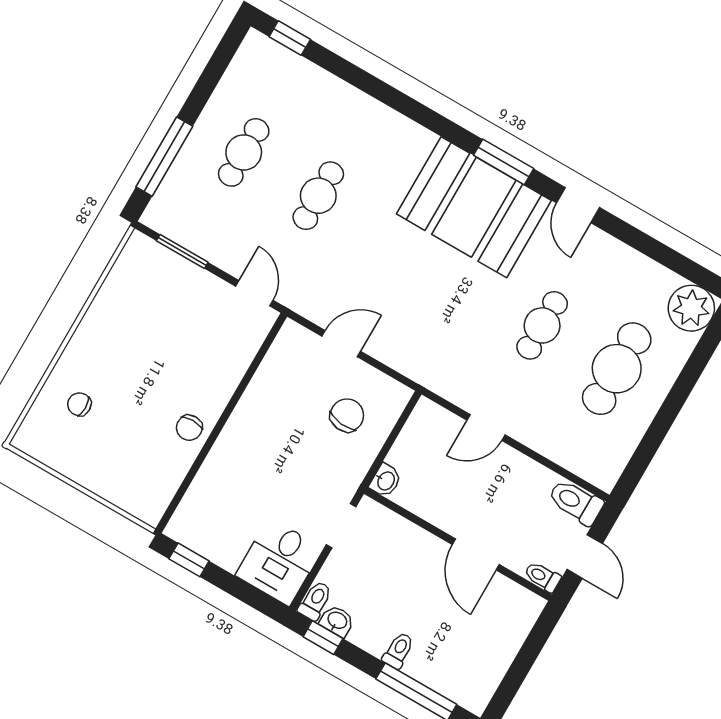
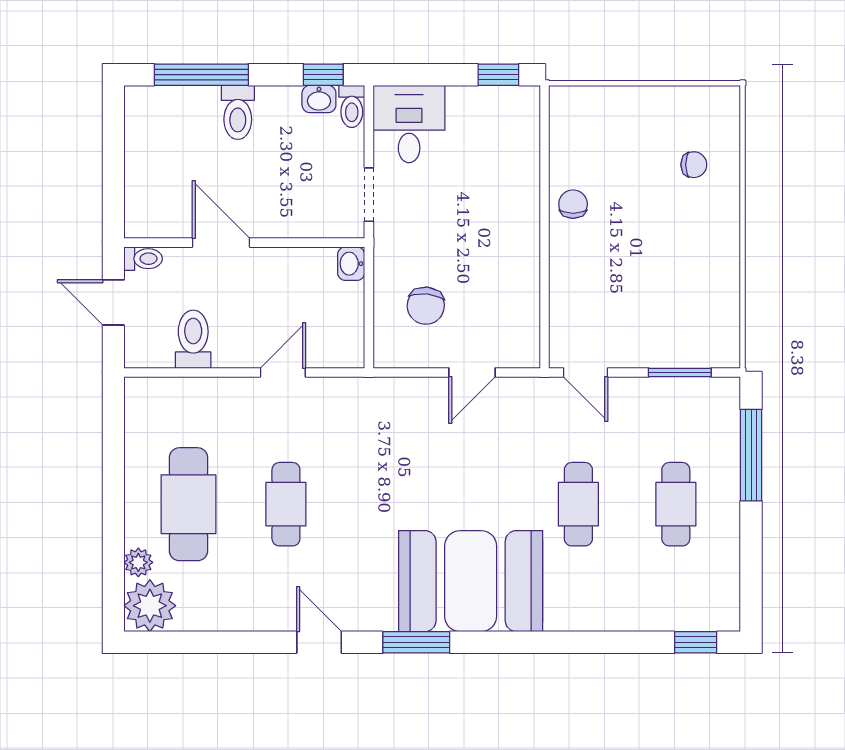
booth: (474, 207) -> (471, 581), moved
plant: (681, 346) -> (138, 562), added
toilet: (576, 502) -> (193, 339), moved, turned -90
toilet: (398, 650) -> (238, 112), width x1.37, depth x1.39

